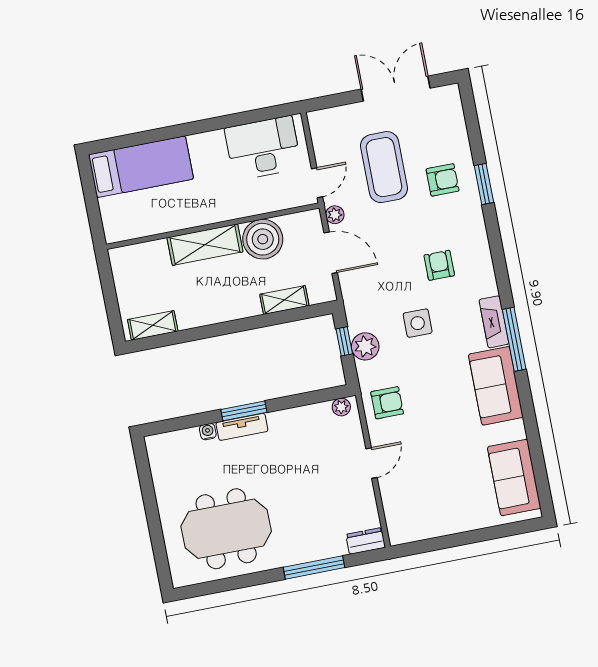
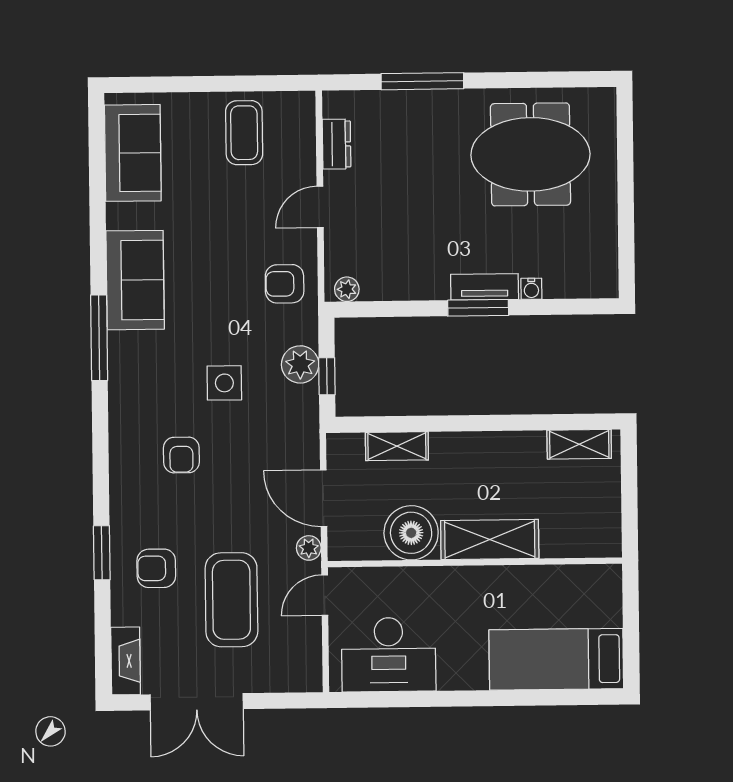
fireplace: (494, 322) -> (126, 661), moved
coffee table: (436, 507) -> (244, 133), added
dresser: (366, 541) -> (337, 144), moved, turned -90

